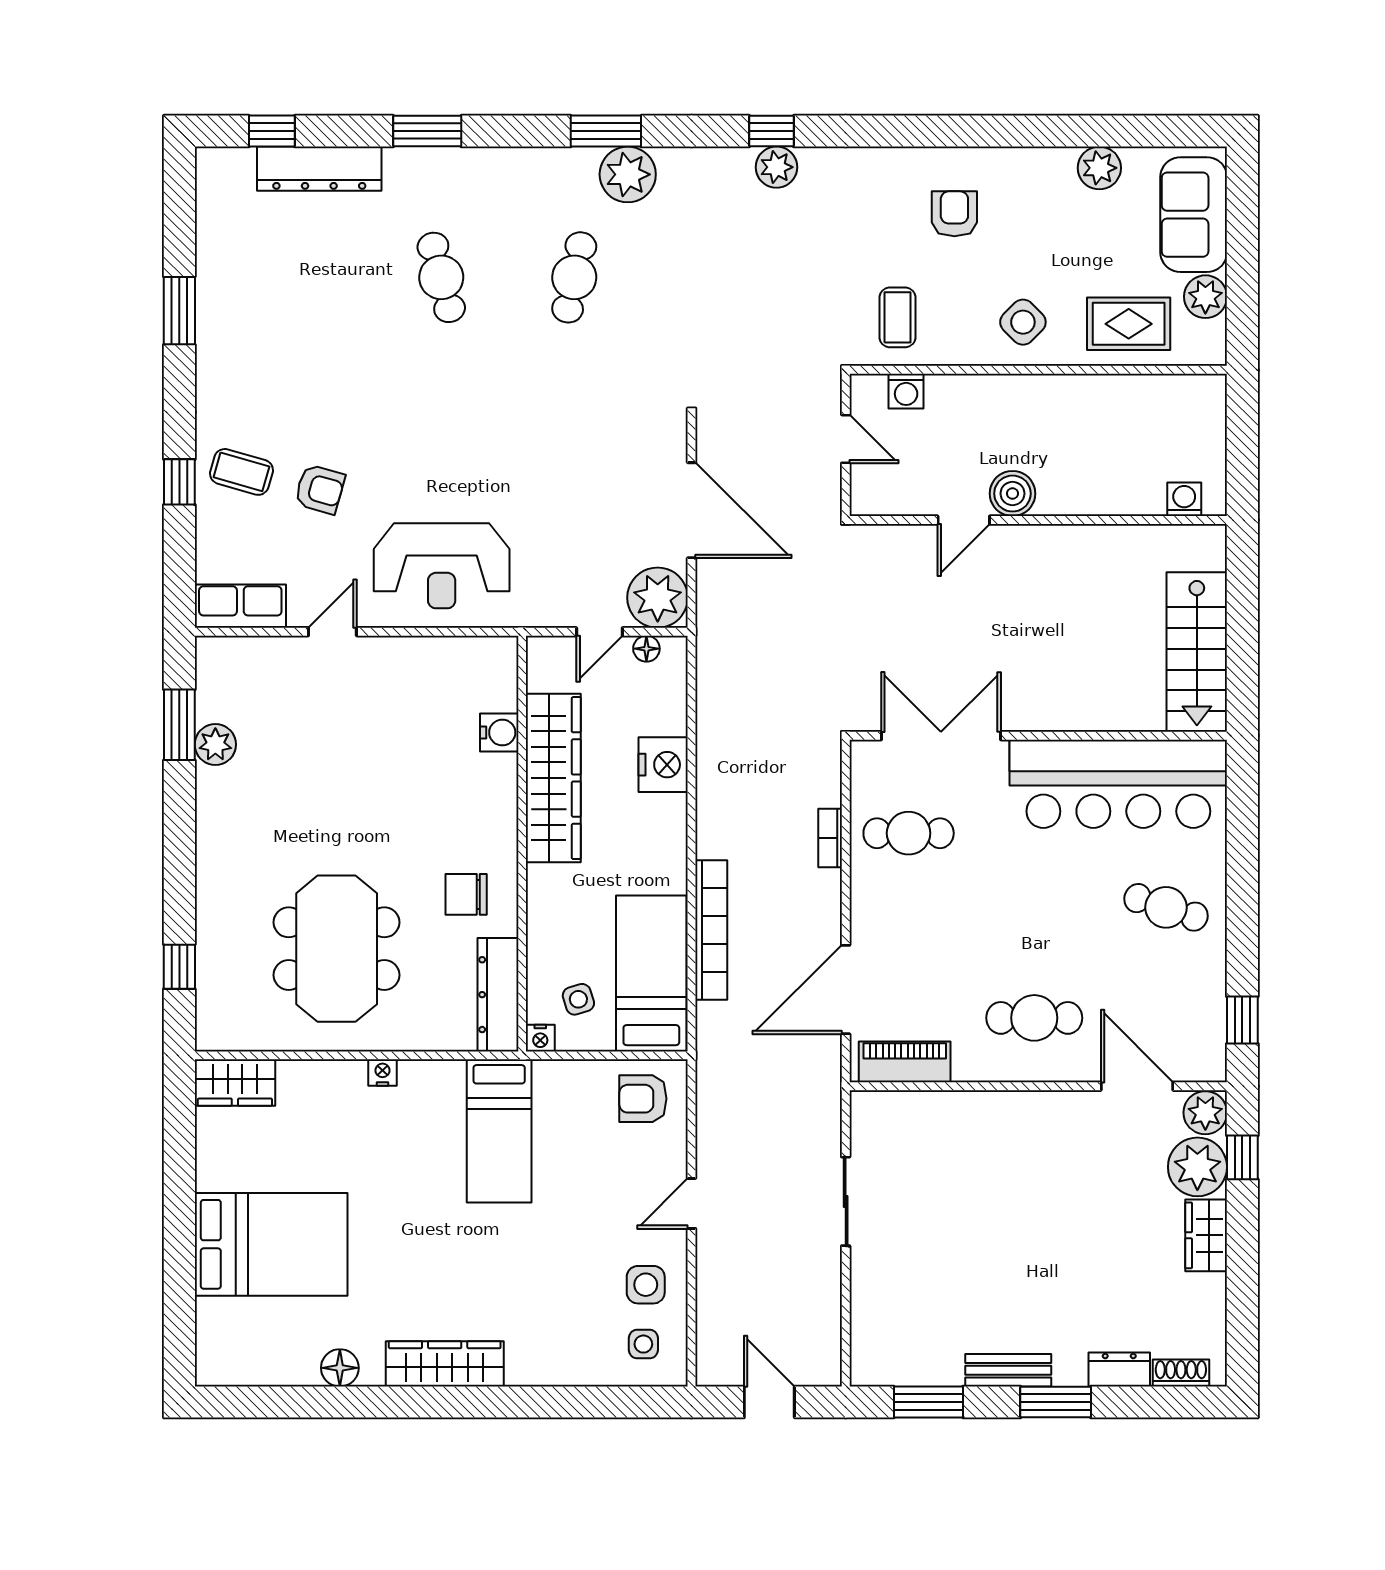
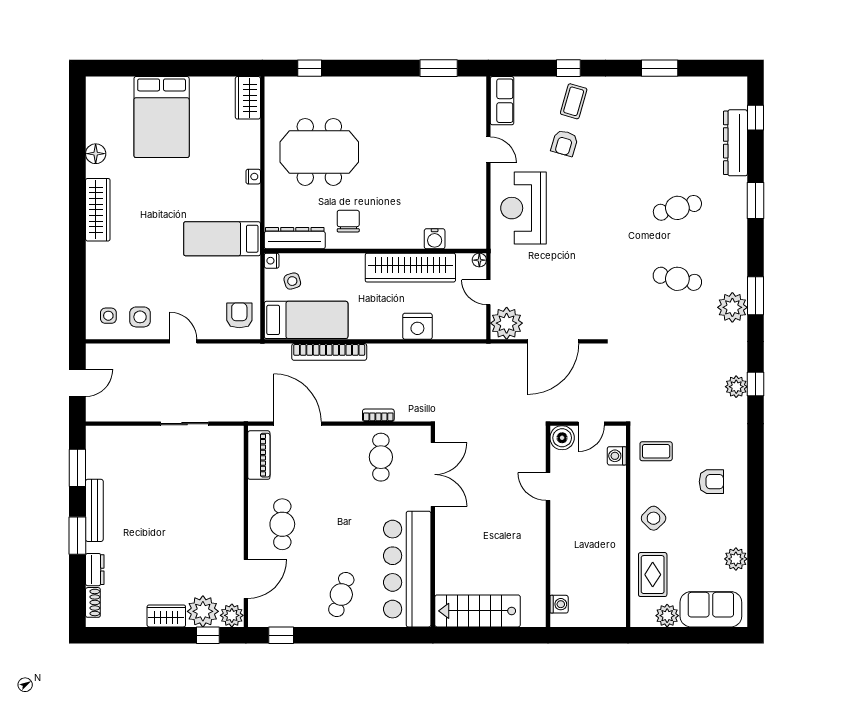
boiler: (1012, 494) -> (562, 438), moved
floor lamp: (646, 649) -> (479, 260), moved
plant: (215, 744) -> (428, 87), removed
bench: (1008, 1370) -> (94, 510), width x1.36

